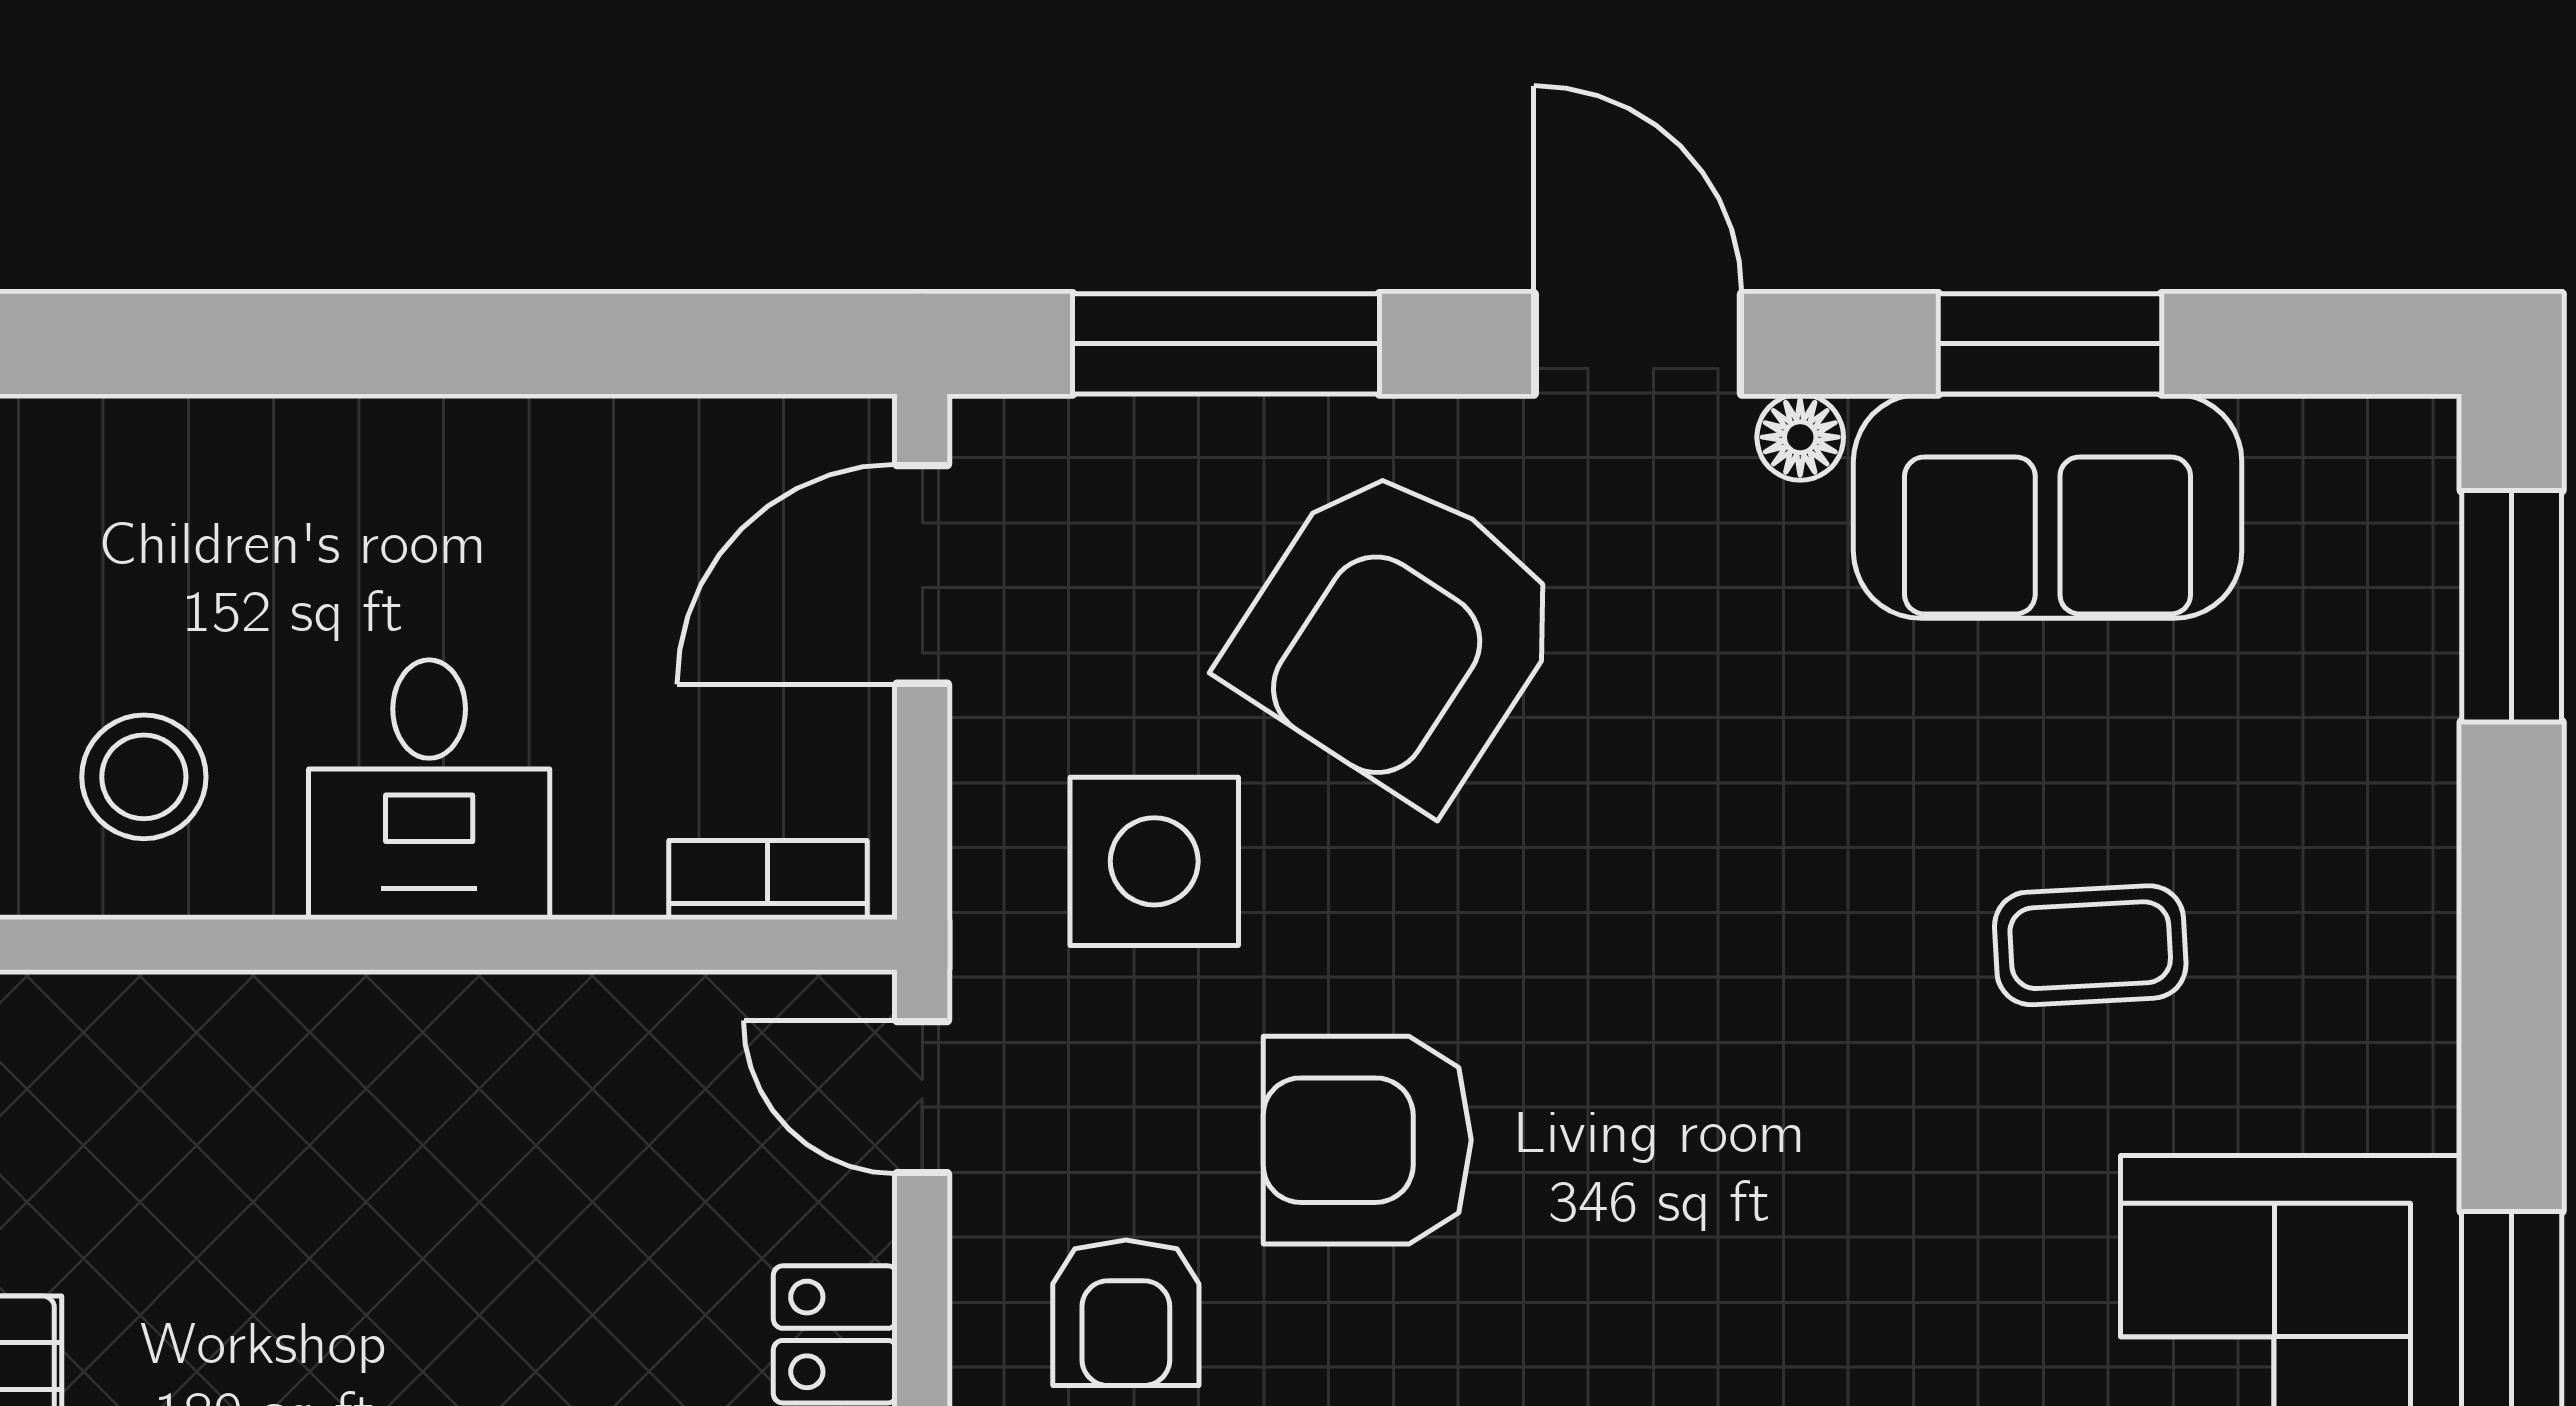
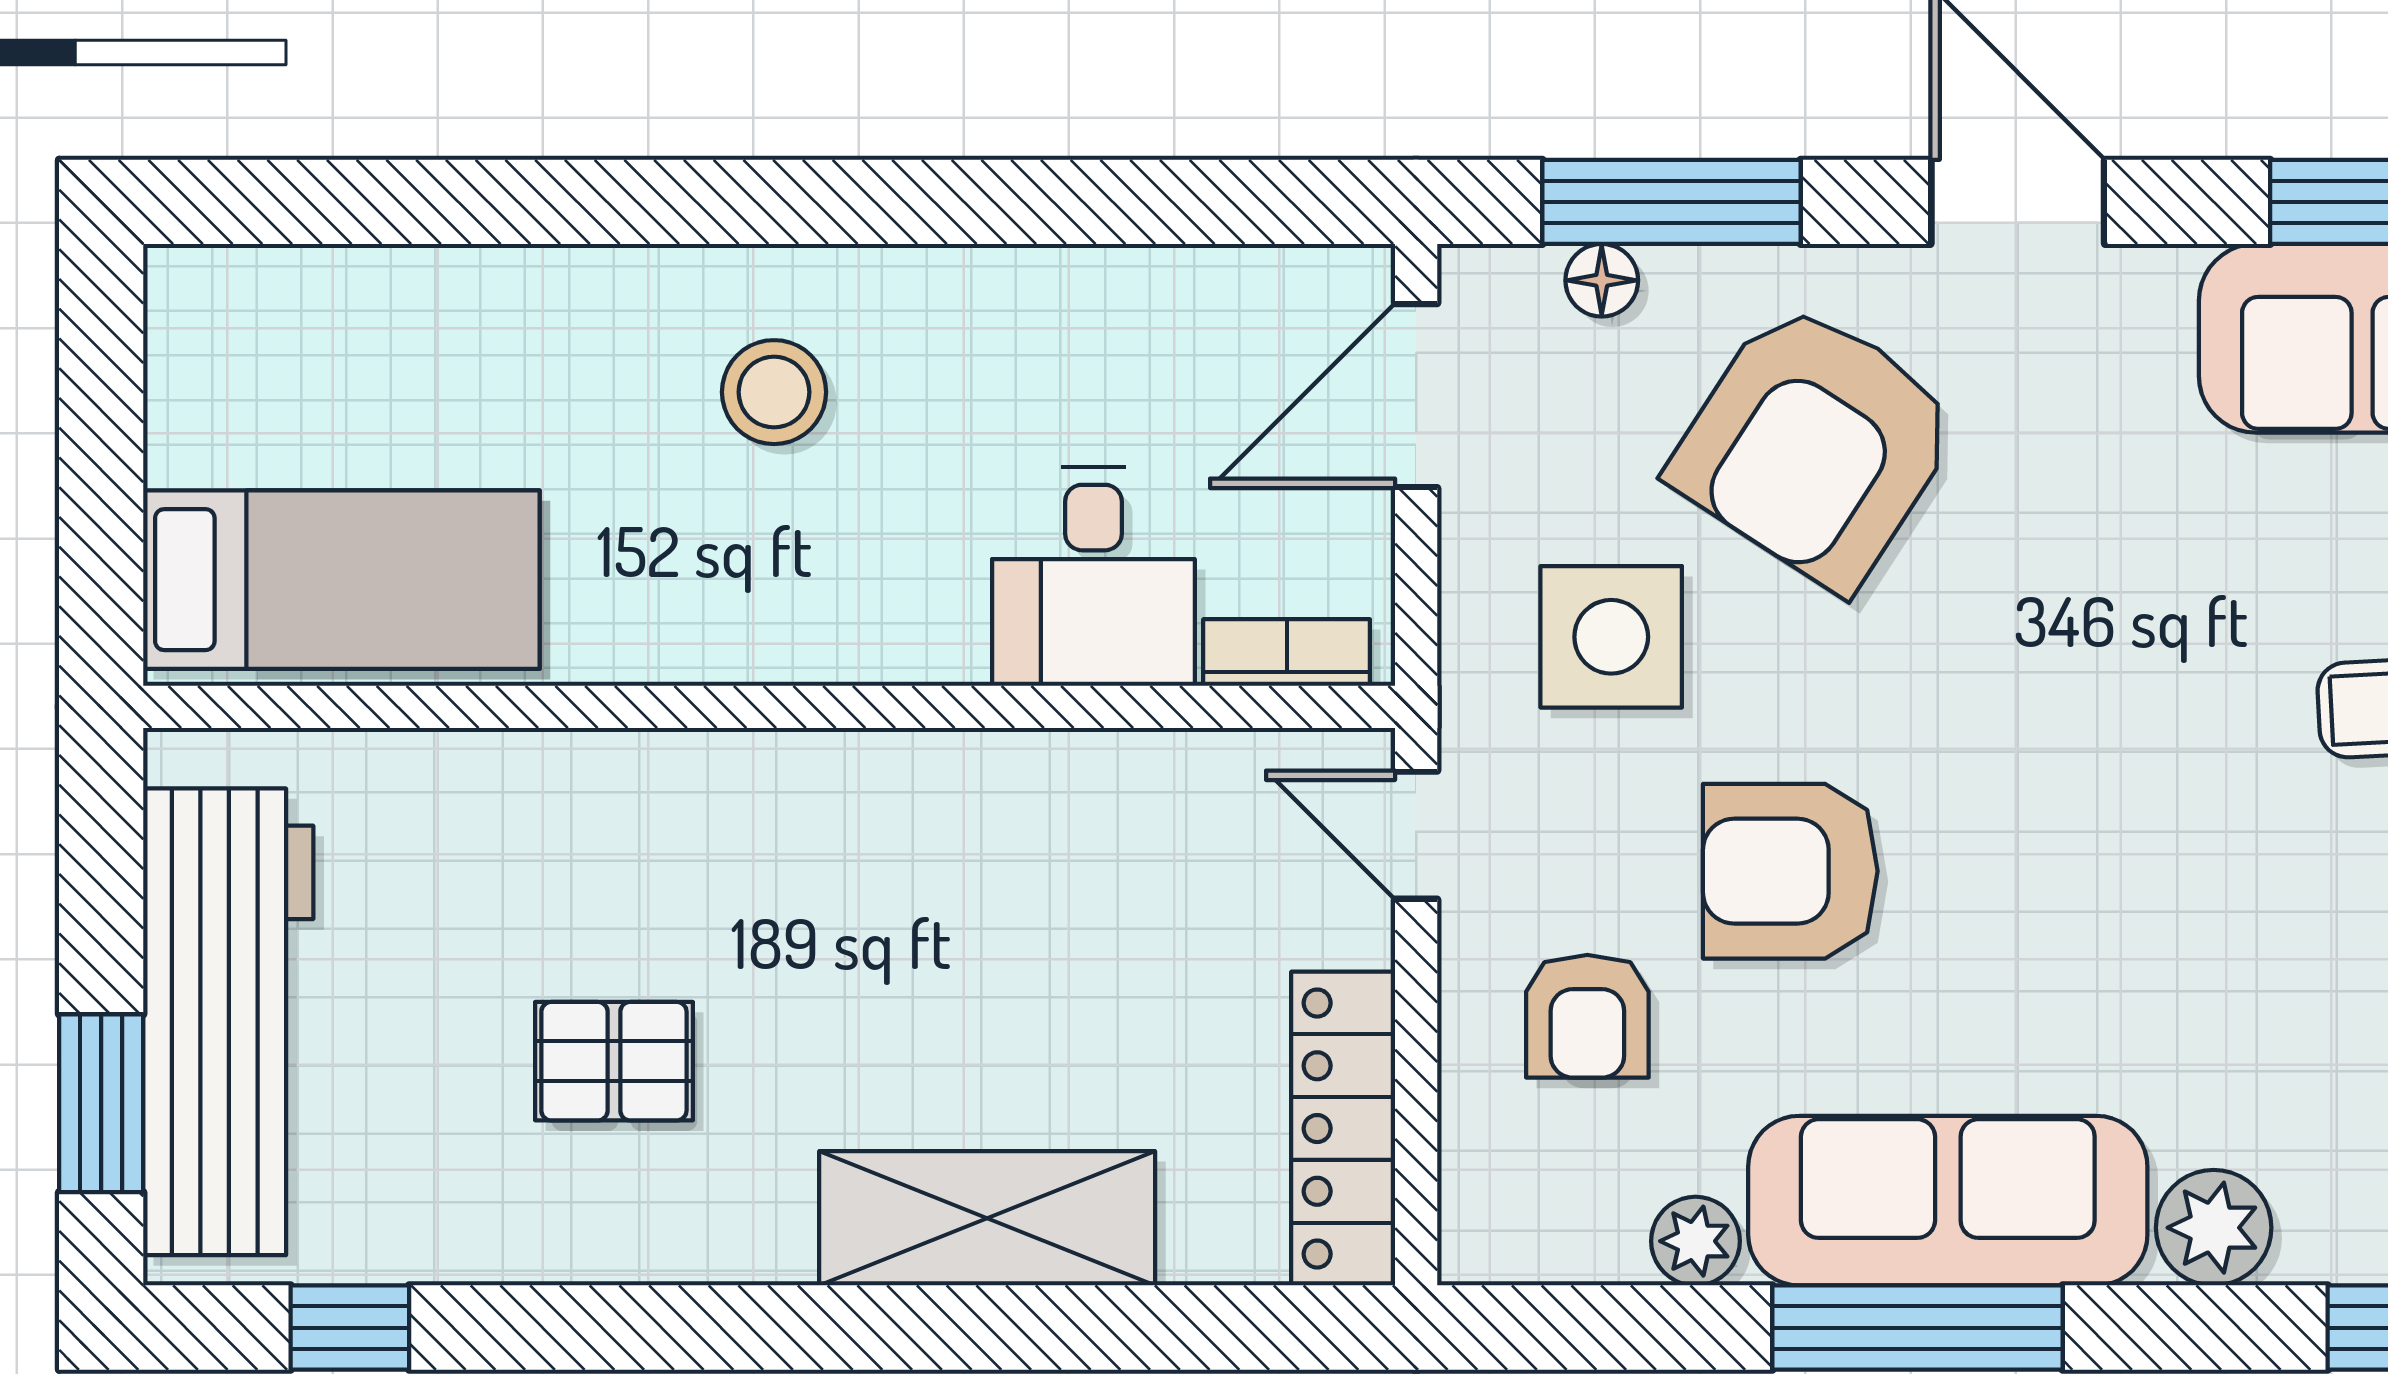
floor lamp: (1800, 437) -> (1602, 280), moved
stool: (144, 777) -> (774, 392), moved
desk: (429, 790) -> (1093, 577), moved

